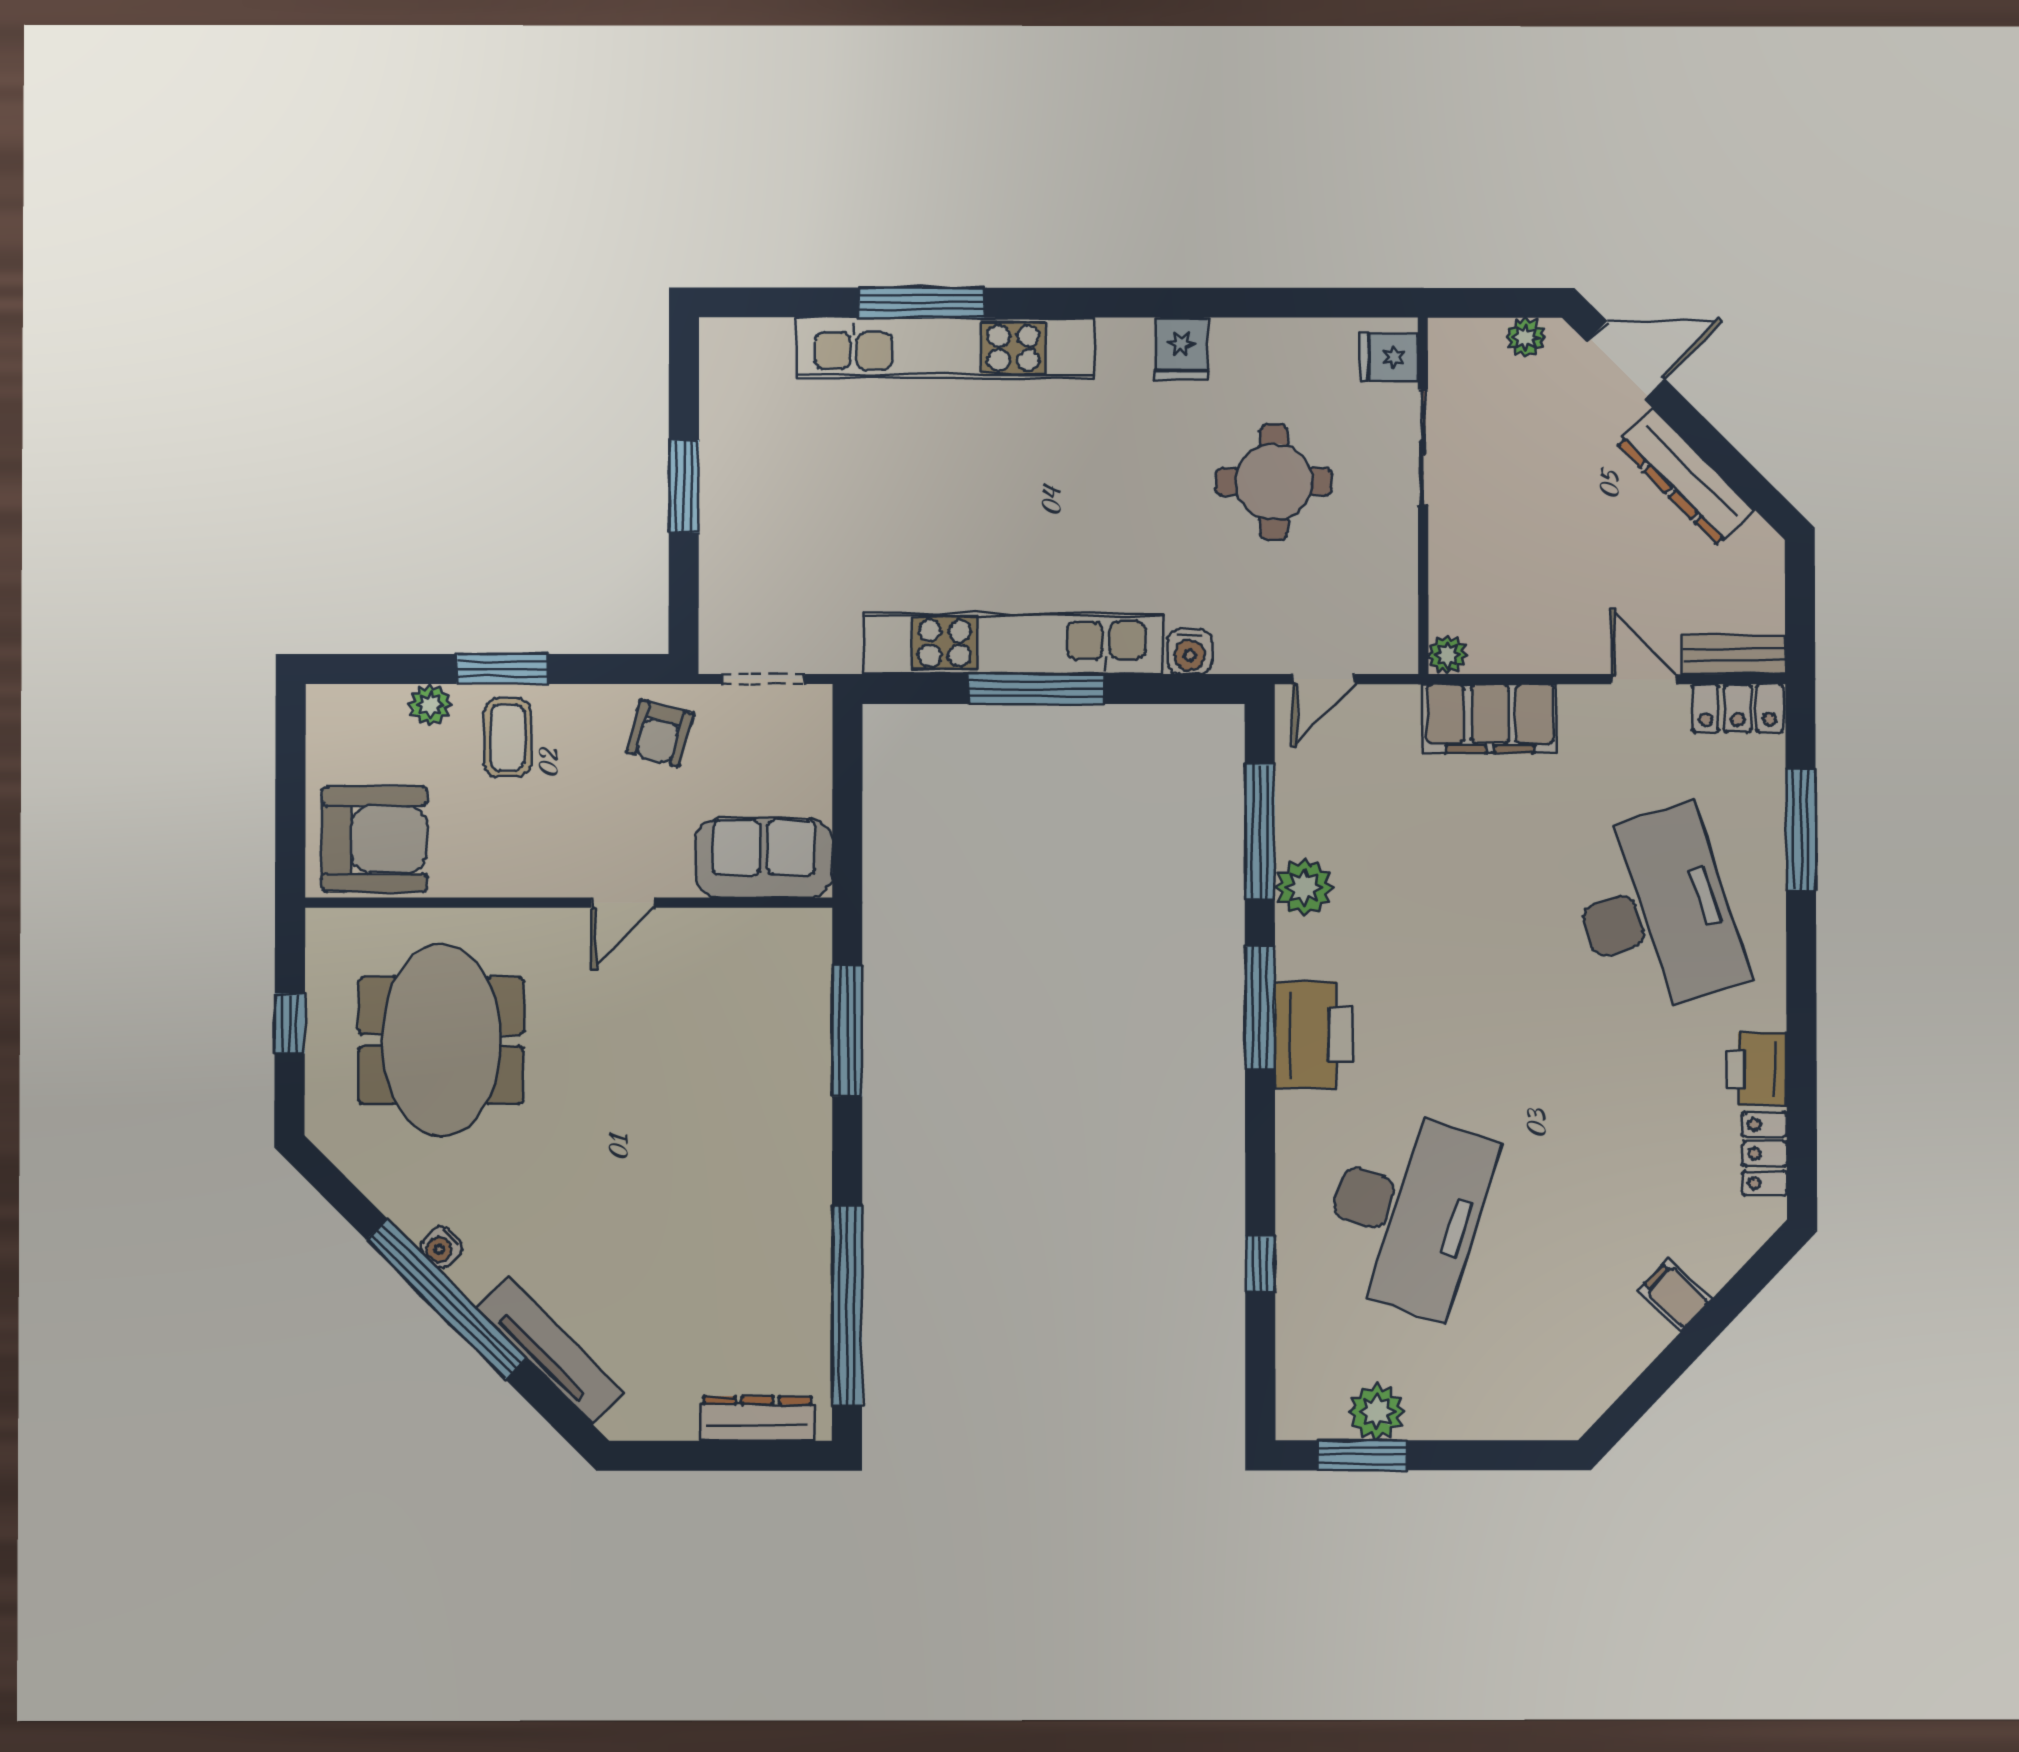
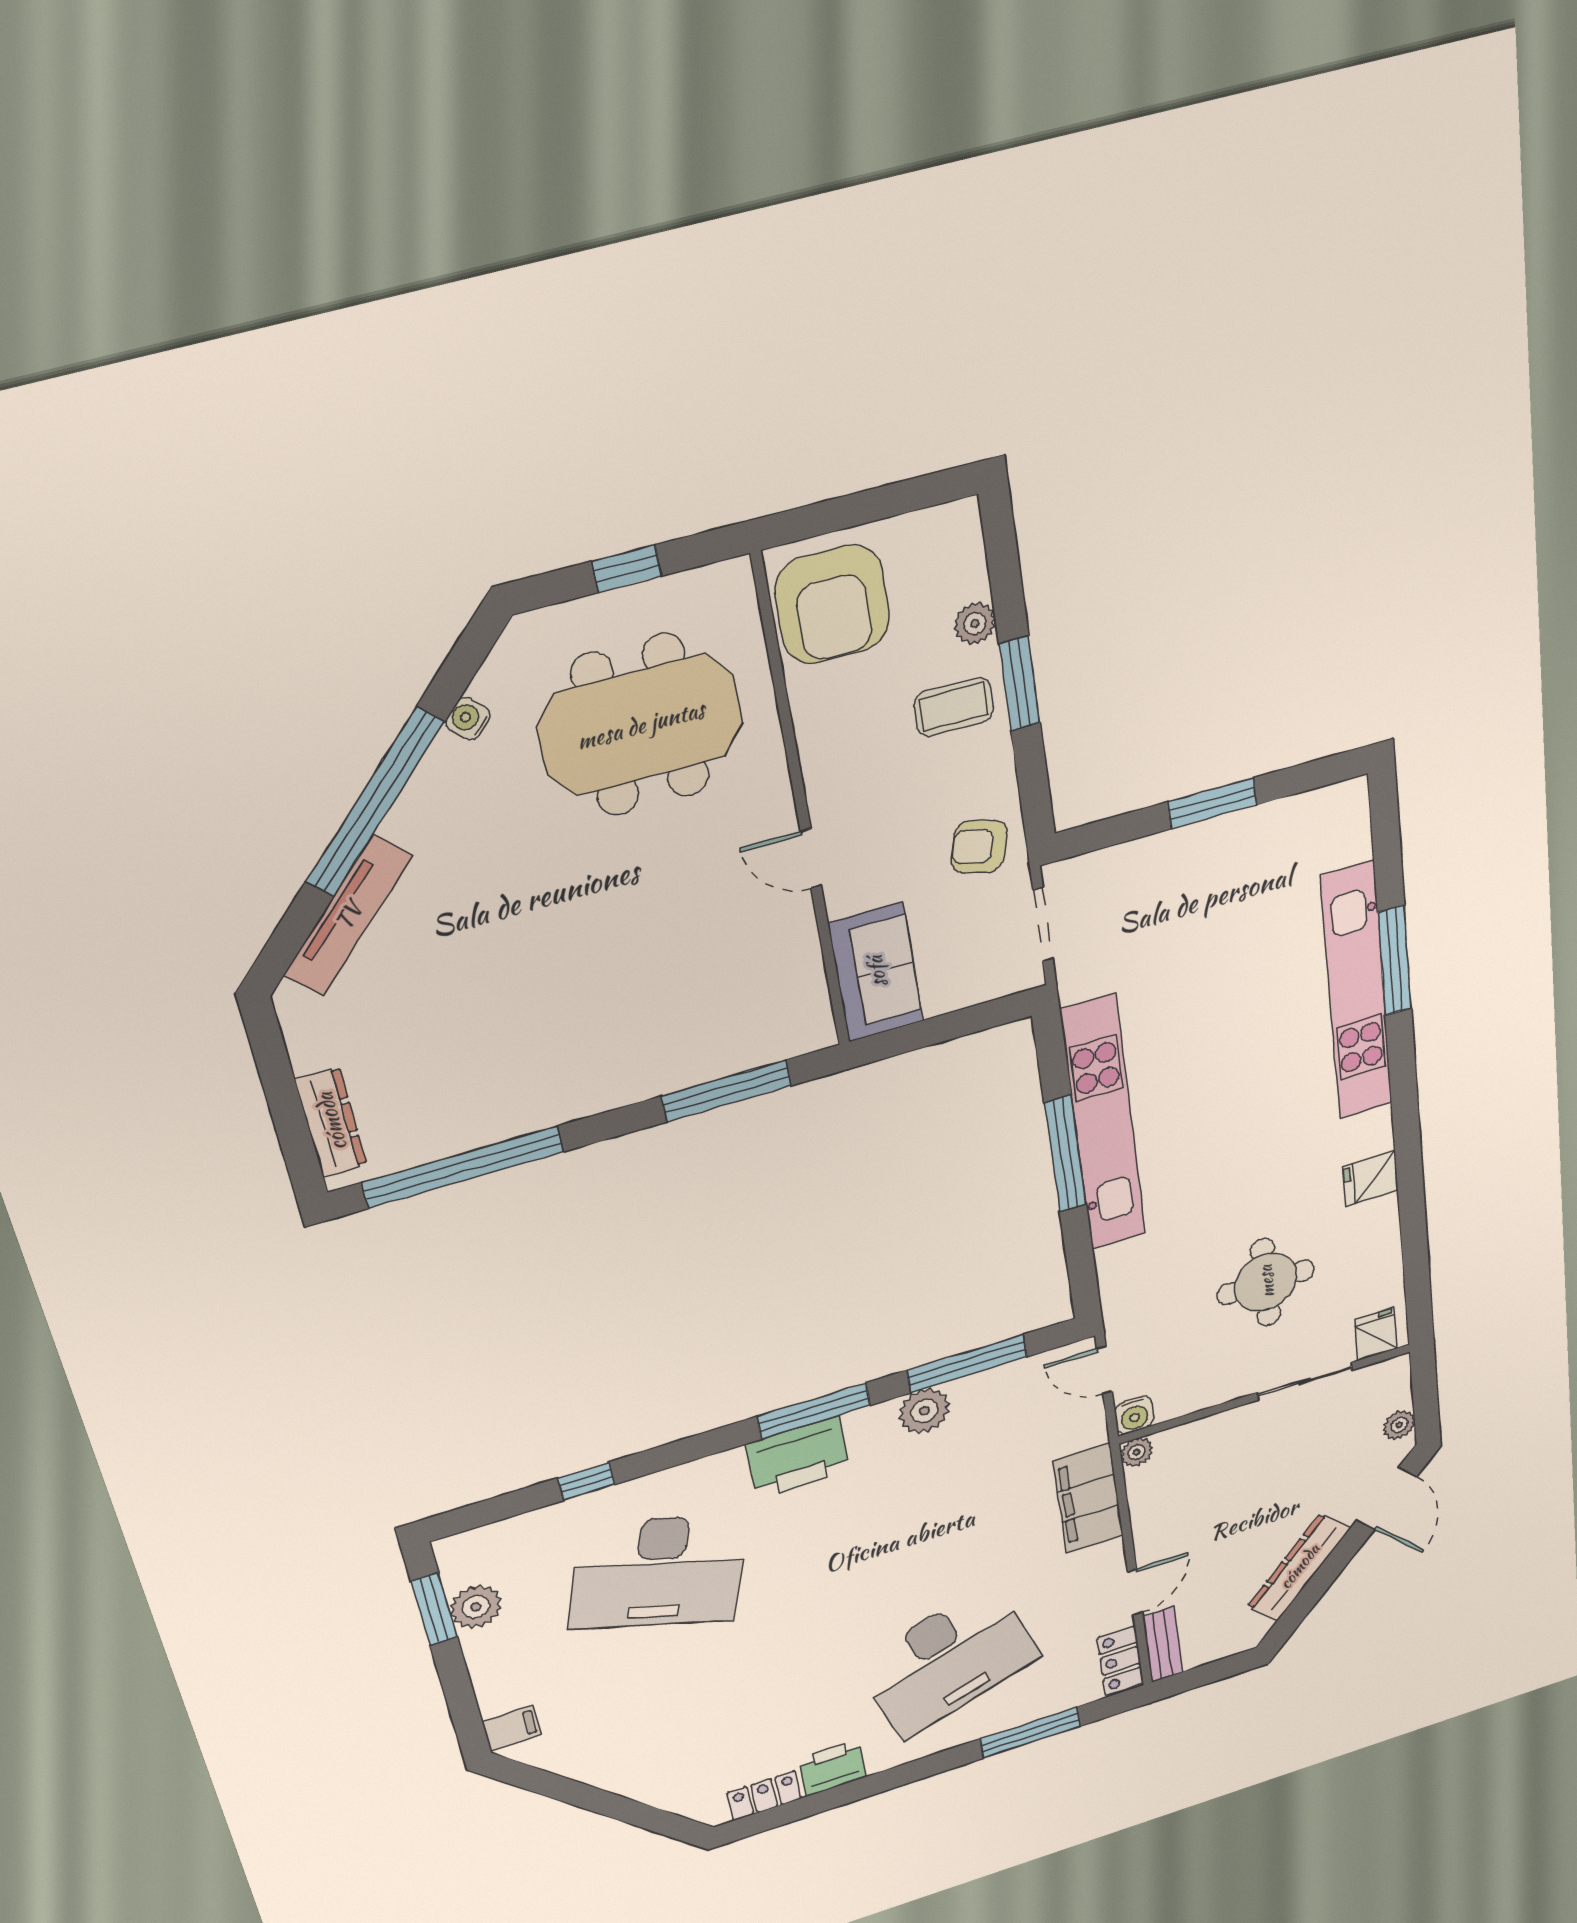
water cooler: (1190, 652) -> (1134, 1415), moved, turned -90
water cooler: (441, 1247) -> (468, 719), moved
filing cabinet: (1675, 1295) -> (512, 1728), moved, turned 46

